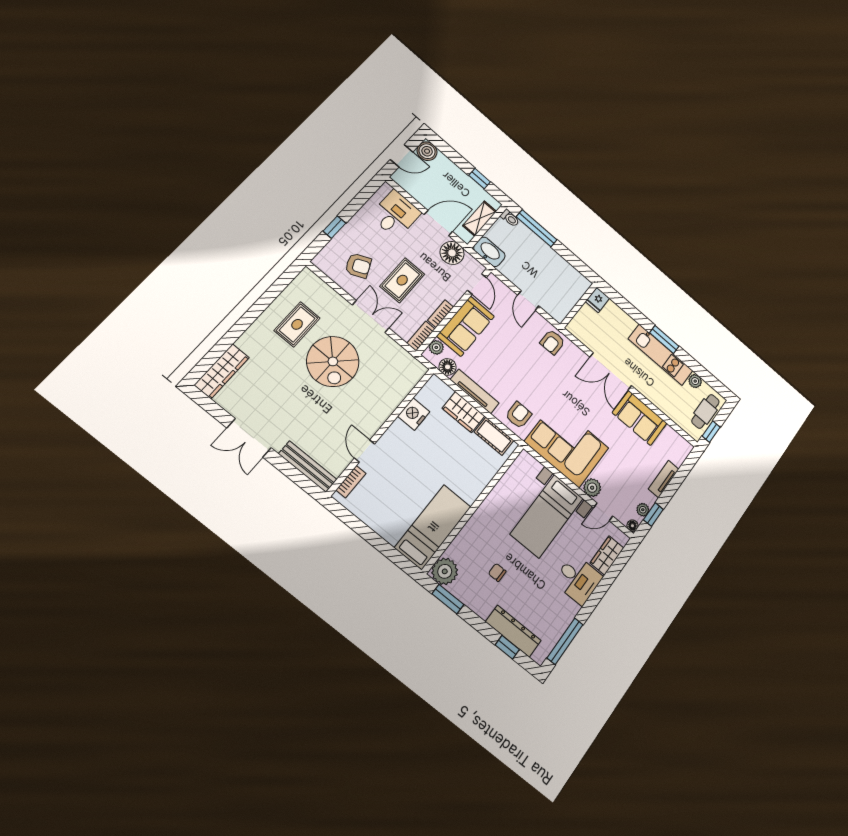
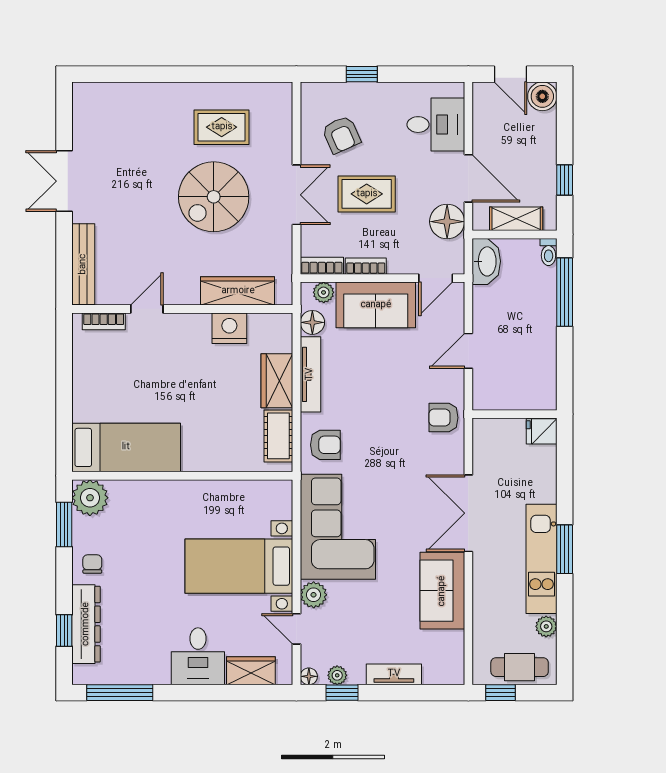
wardrobe: (222, 371) -> (238, 291), moved, turned 180
chair: (497, 572) -> (92, 564), moved

